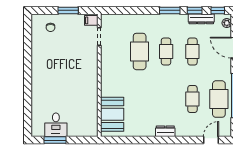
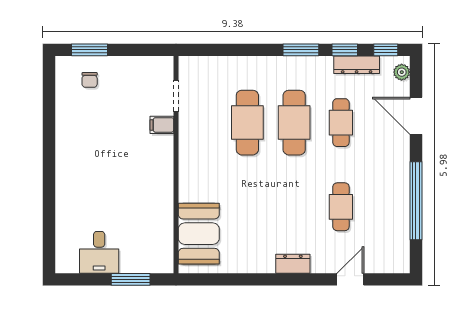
window: (68, 10) -> (89, 50), moved
filing cabinet: (91, 20) -> (162, 125), moved
cafe table: (166, 51) -> (294, 123), width x1.37, depth x1.35
cafe table: (219, 99) -> (388, 207), removed
window: (55, 140) -> (131, 279), moved
door: (211, 140) -> (350, 279), moved

